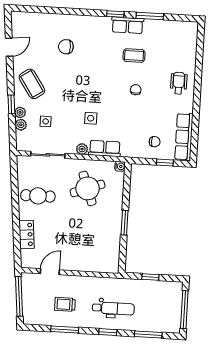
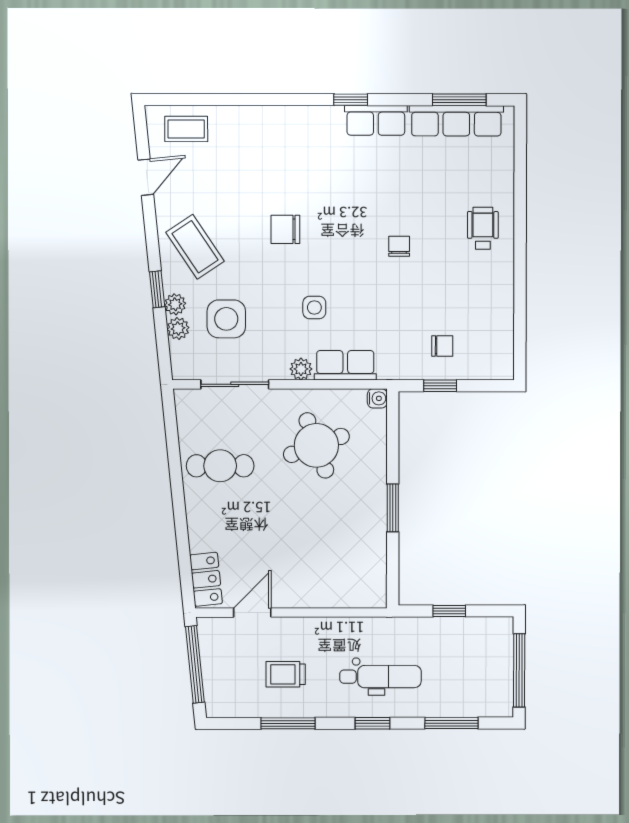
window: (150, 16) -> (459, 100), moved
chair: (66, 47) -> (285, 229), moved
coffee table: (134, 56) -> (186, 129), moved
side table: (46, 121) -> (226, 319), width x1.87, depth x1.87
row of seats: (184, 137) -> (456, 121), moved, turned -90
window: (165, 163) -> (440, 386), moved
locker: (27, 234) -> (206, 579), moved

